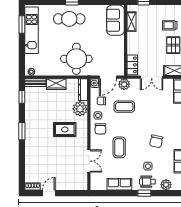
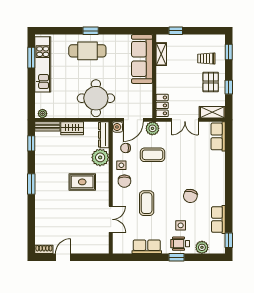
sofa: (115, 20) -> (142, 59), width x1.36

